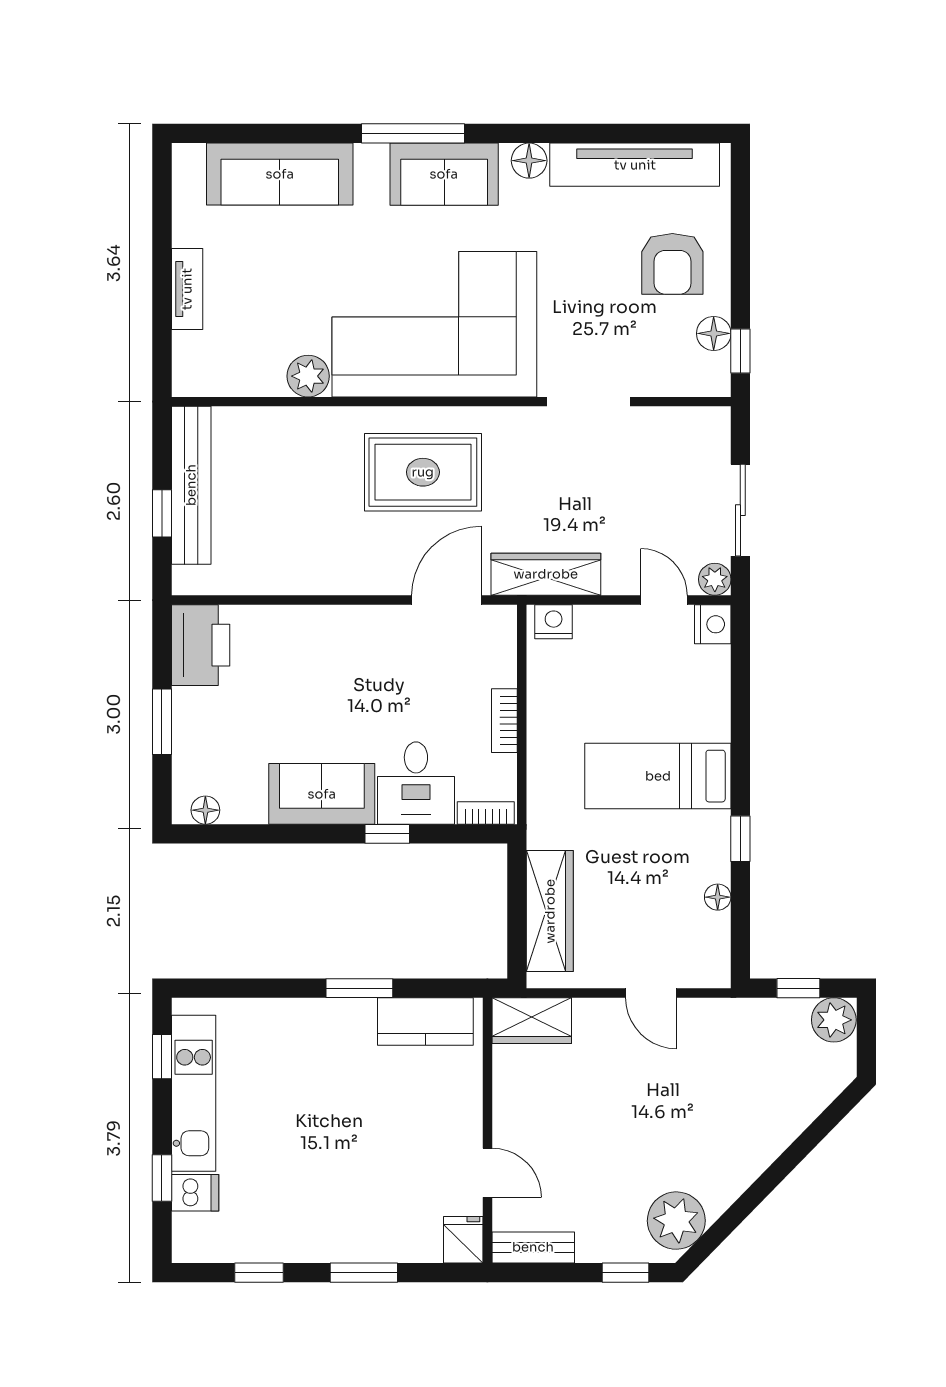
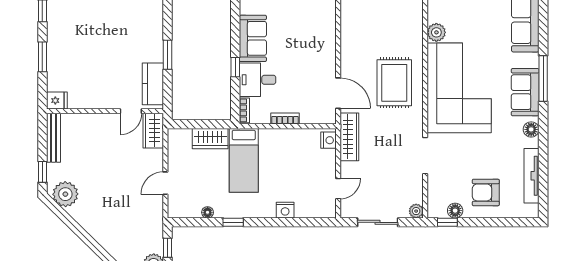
tv unit: (635, 165) -> (531, 176), width x0.73, depth x0.78
plant: (715, 579) -> (416, 211), moved
nightstand: (713, 624) -> (285, 210), moved
bed: (658, 776) -> (244, 160), moved, turned 180
wardrobe: (550, 911) -> (210, 139), width x0.67
door: (487, 1173) -> (131, 111), moved
bench: (533, 1247) -> (54, 138), width x1.36

